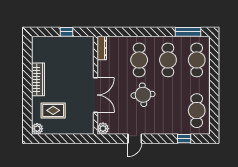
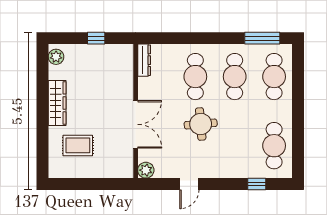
plant: (37, 129) -> (56, 57), moved

